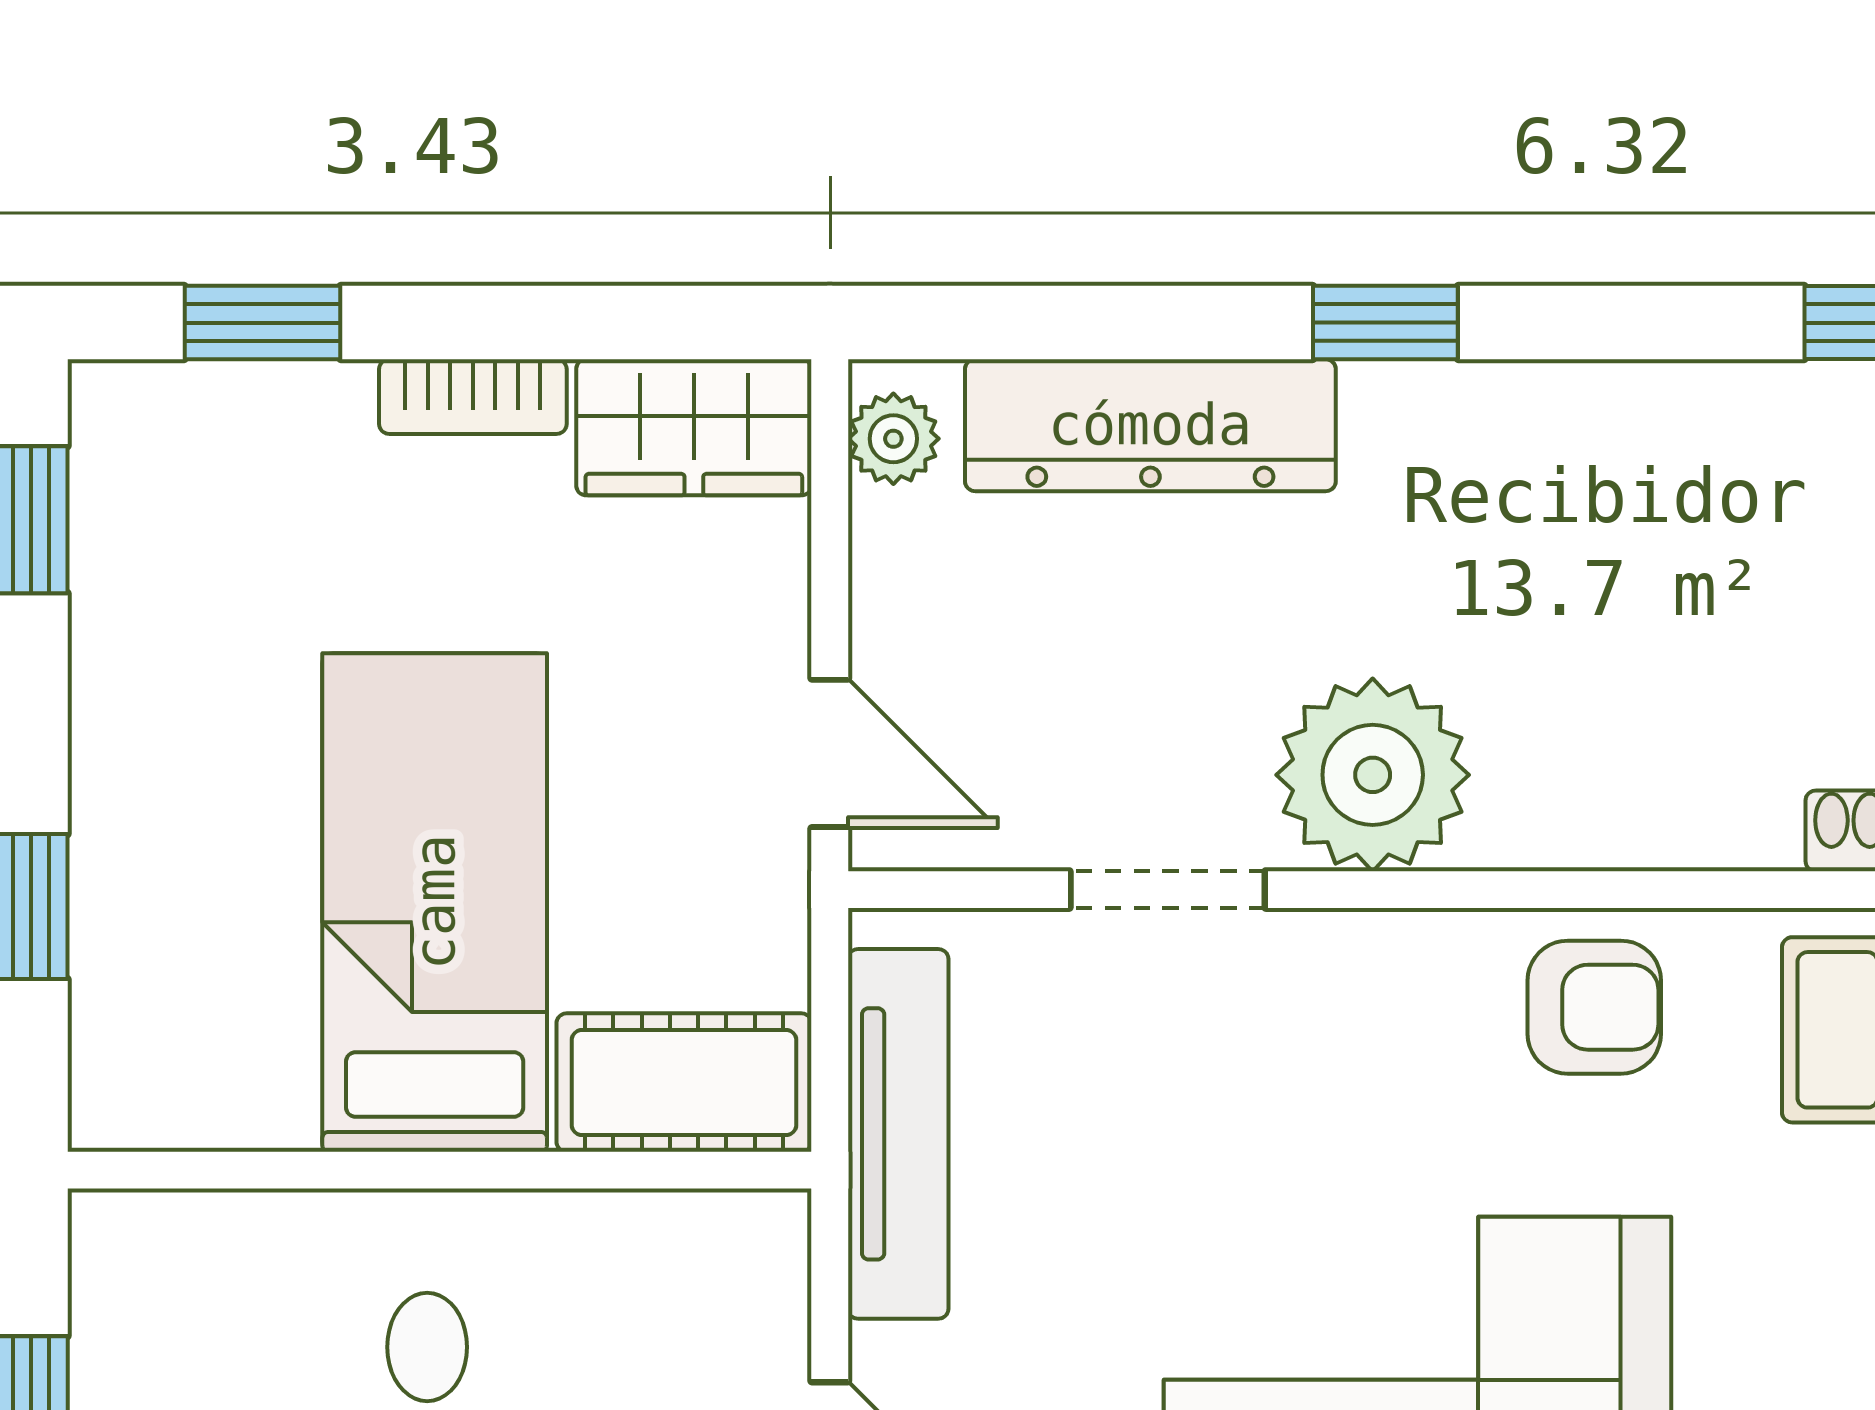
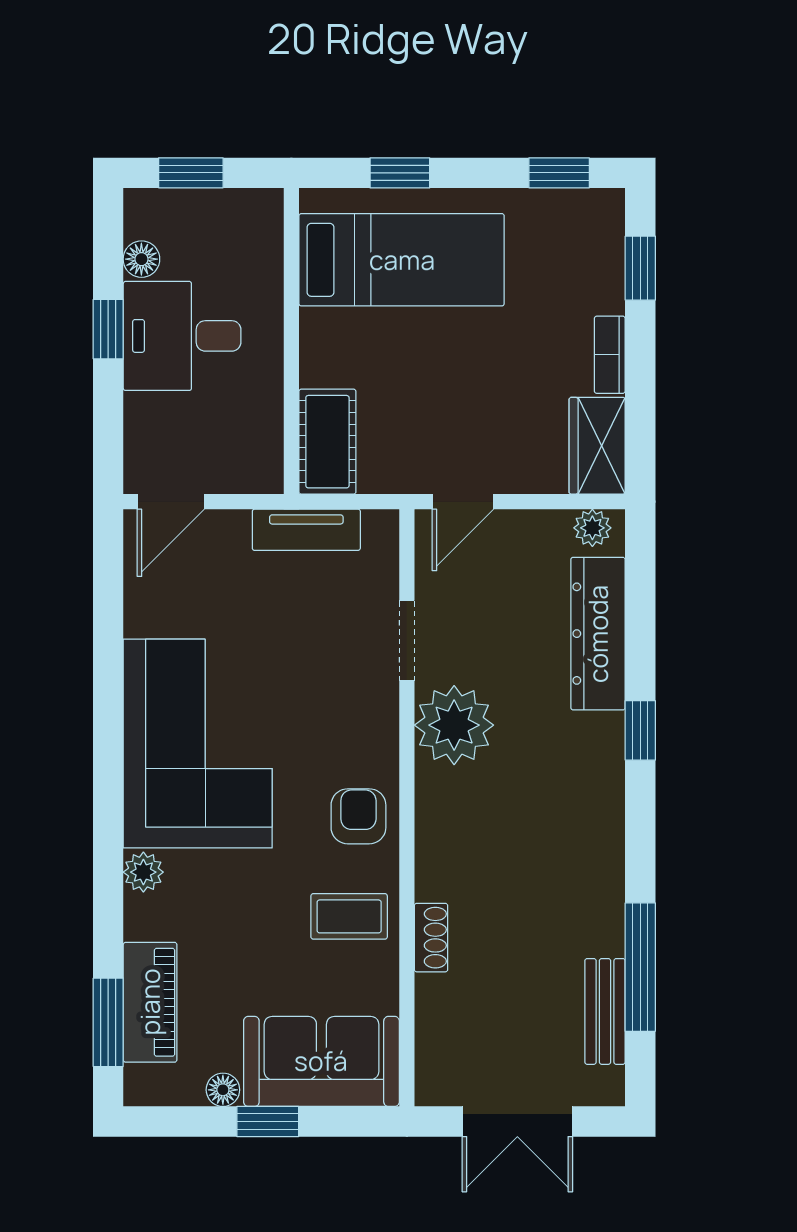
bed: (435, 902) -> (402, 260), moved
armchair: (1594, 1007) -> (358, 816), turned 180
tv unit: (898, 1134) -> (306, 530), width x0.71

